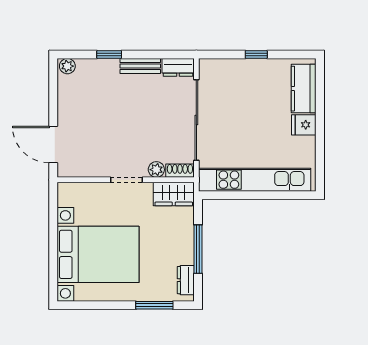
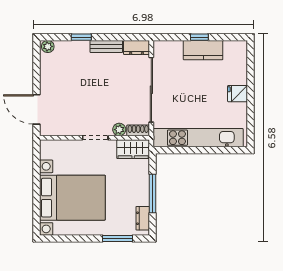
kitchen counter: (304, 89) -> (203, 50), moved, turned -90

